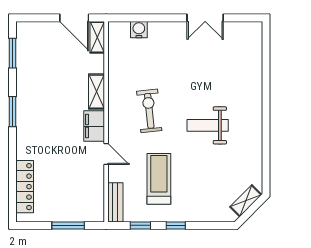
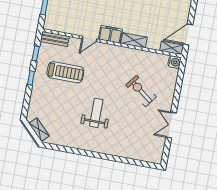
water cooler: (139, 30) -> (174, 62), moved
exercise bike: (149, 111) -> (141, 91), moved, turned -137

